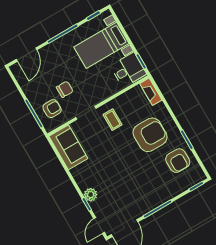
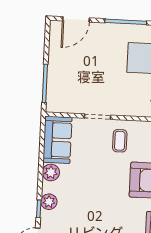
chair: (65, 89) -> (92, 79), removed
armchair: (52, 109) -> (66, 90), removed
plant: (79, 173) -> (51, 172), added

